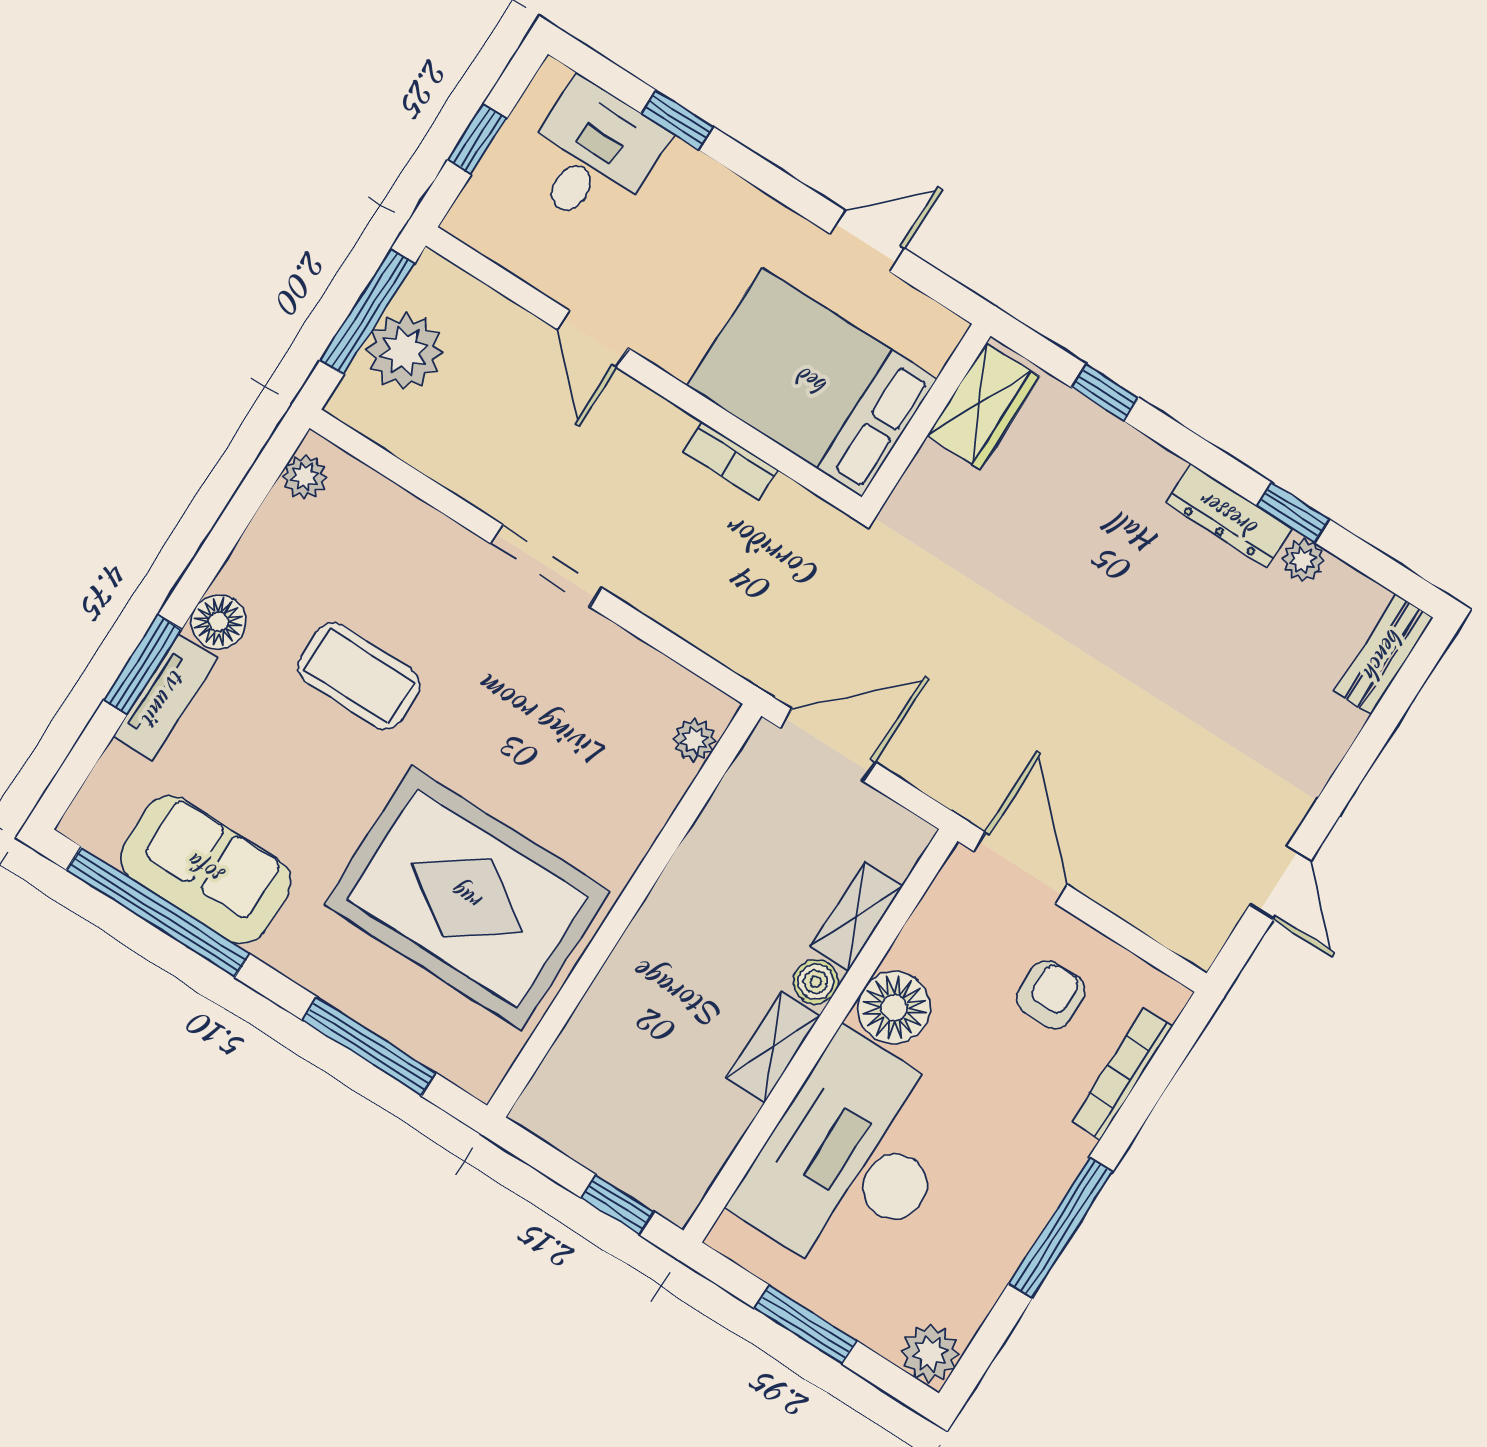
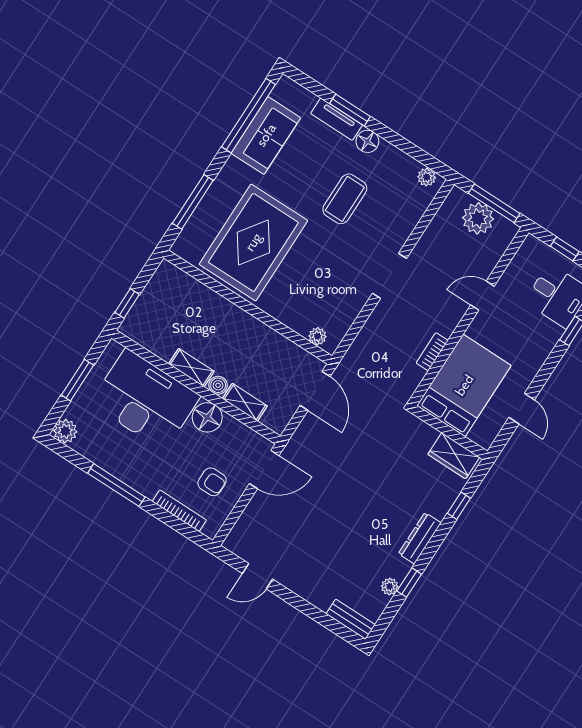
dresser: (1229, 516) -> (420, 538), moved

